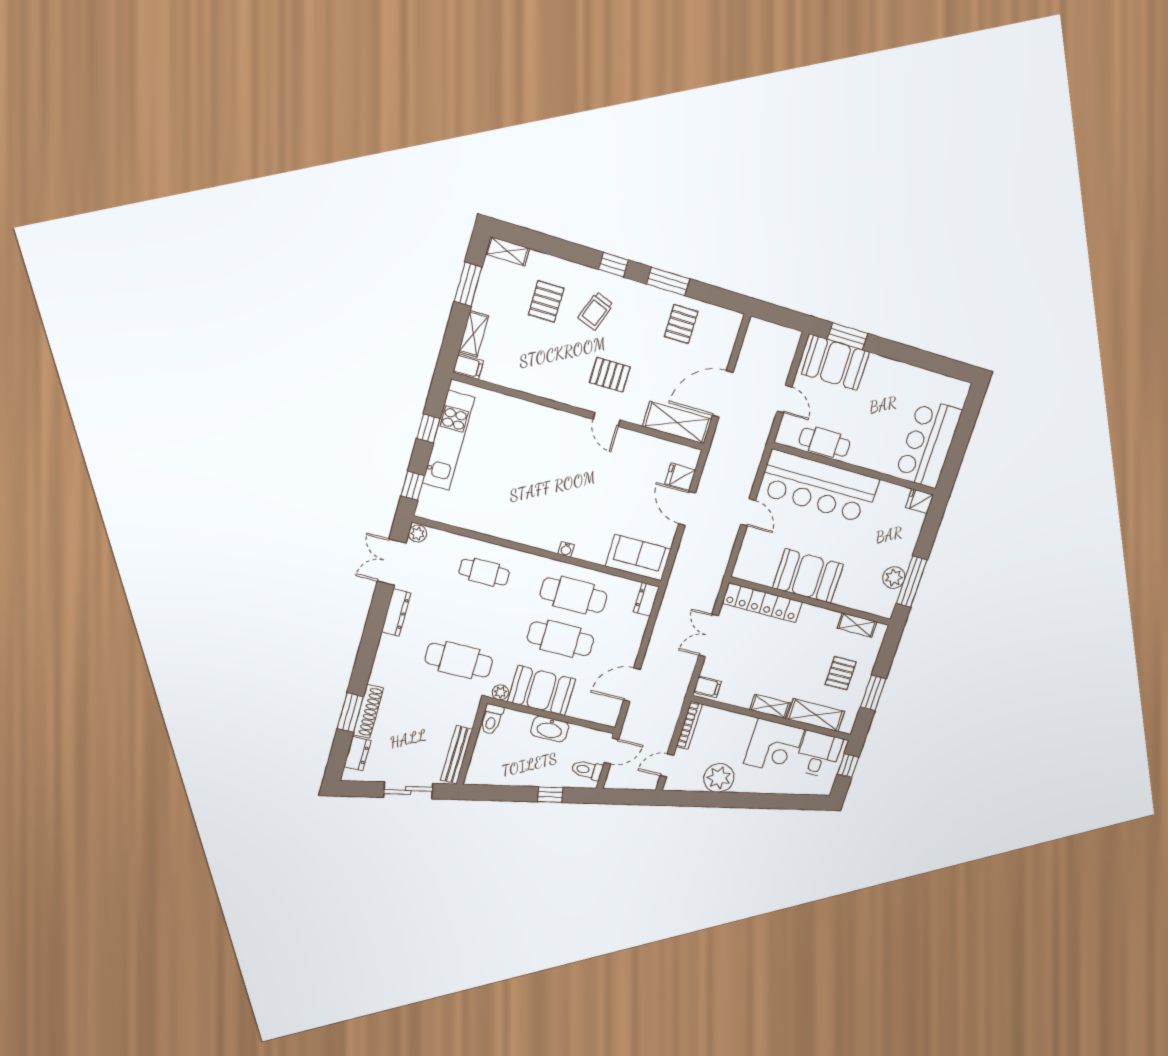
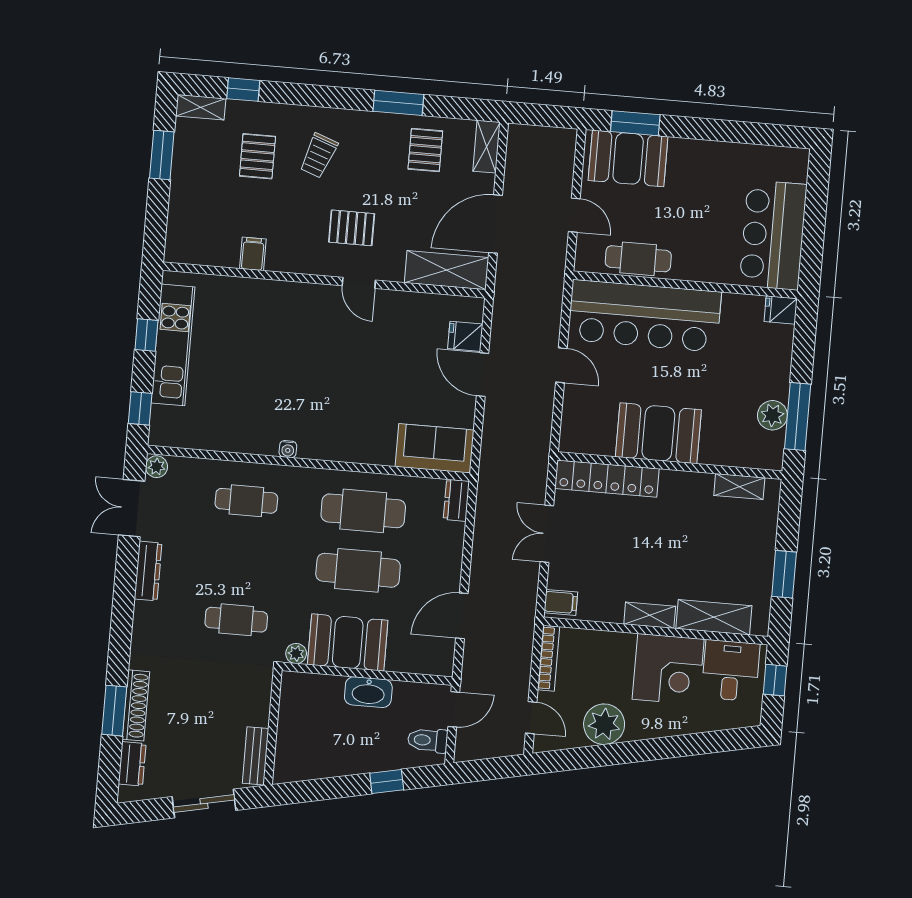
window: (613, 265) -> (243, 90), moved
shelving: (473, 334) -> (487, 147), moved
filing cabinet: (468, 367) -> (253, 254), moved, turned -90
water cooler: (566, 549) -> (288, 449), moved
cafe table: (459, 660) -> (236, 620), width x0.73, depth x0.74
pallet: (841, 673) -> (733, 555), removed
toilet: (492, 719) -> (292, 691), removed
bench: (457, 755) -> (256, 756), width x0.73
door: (667, 765) -> (531, 718), swing flipped

